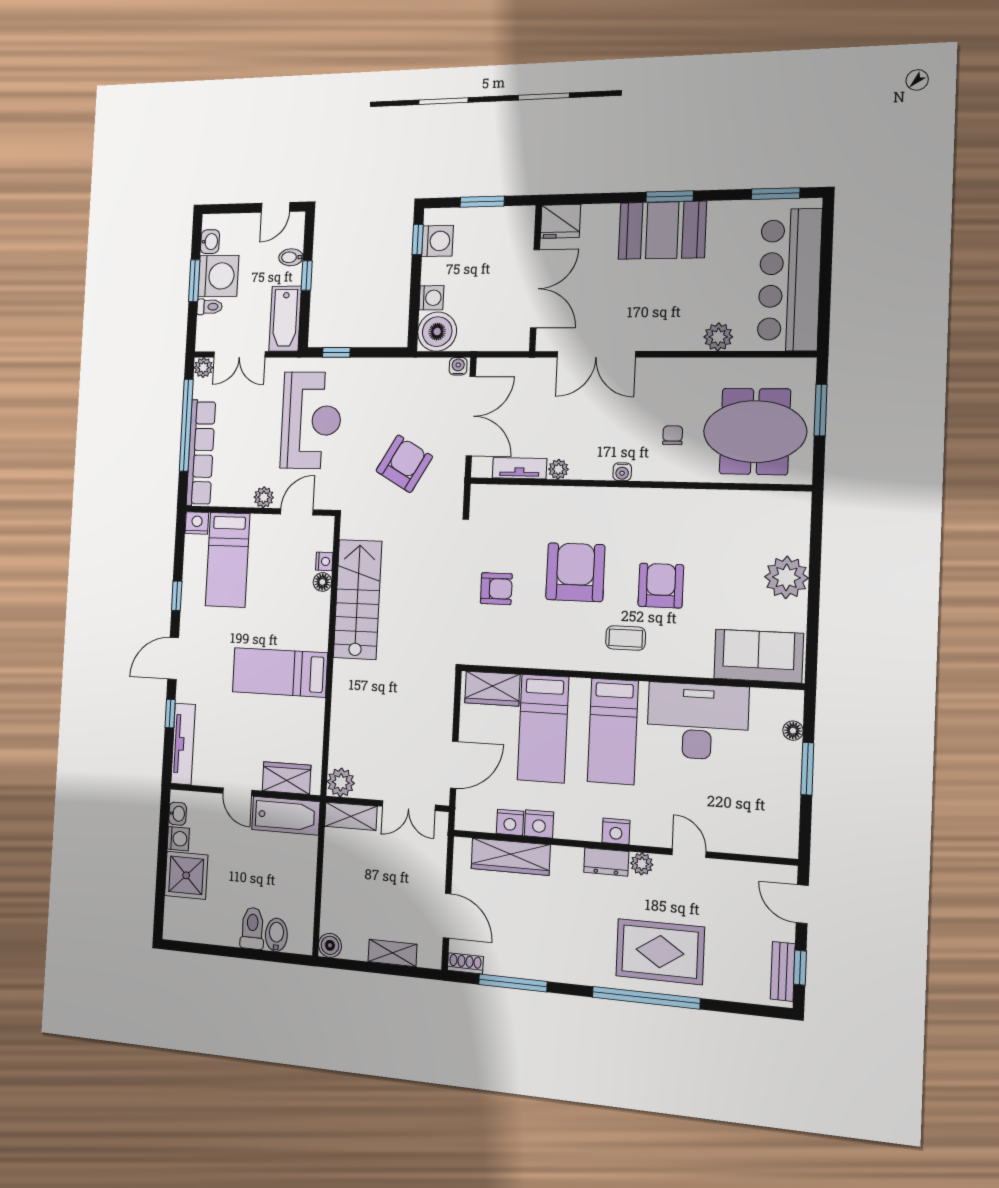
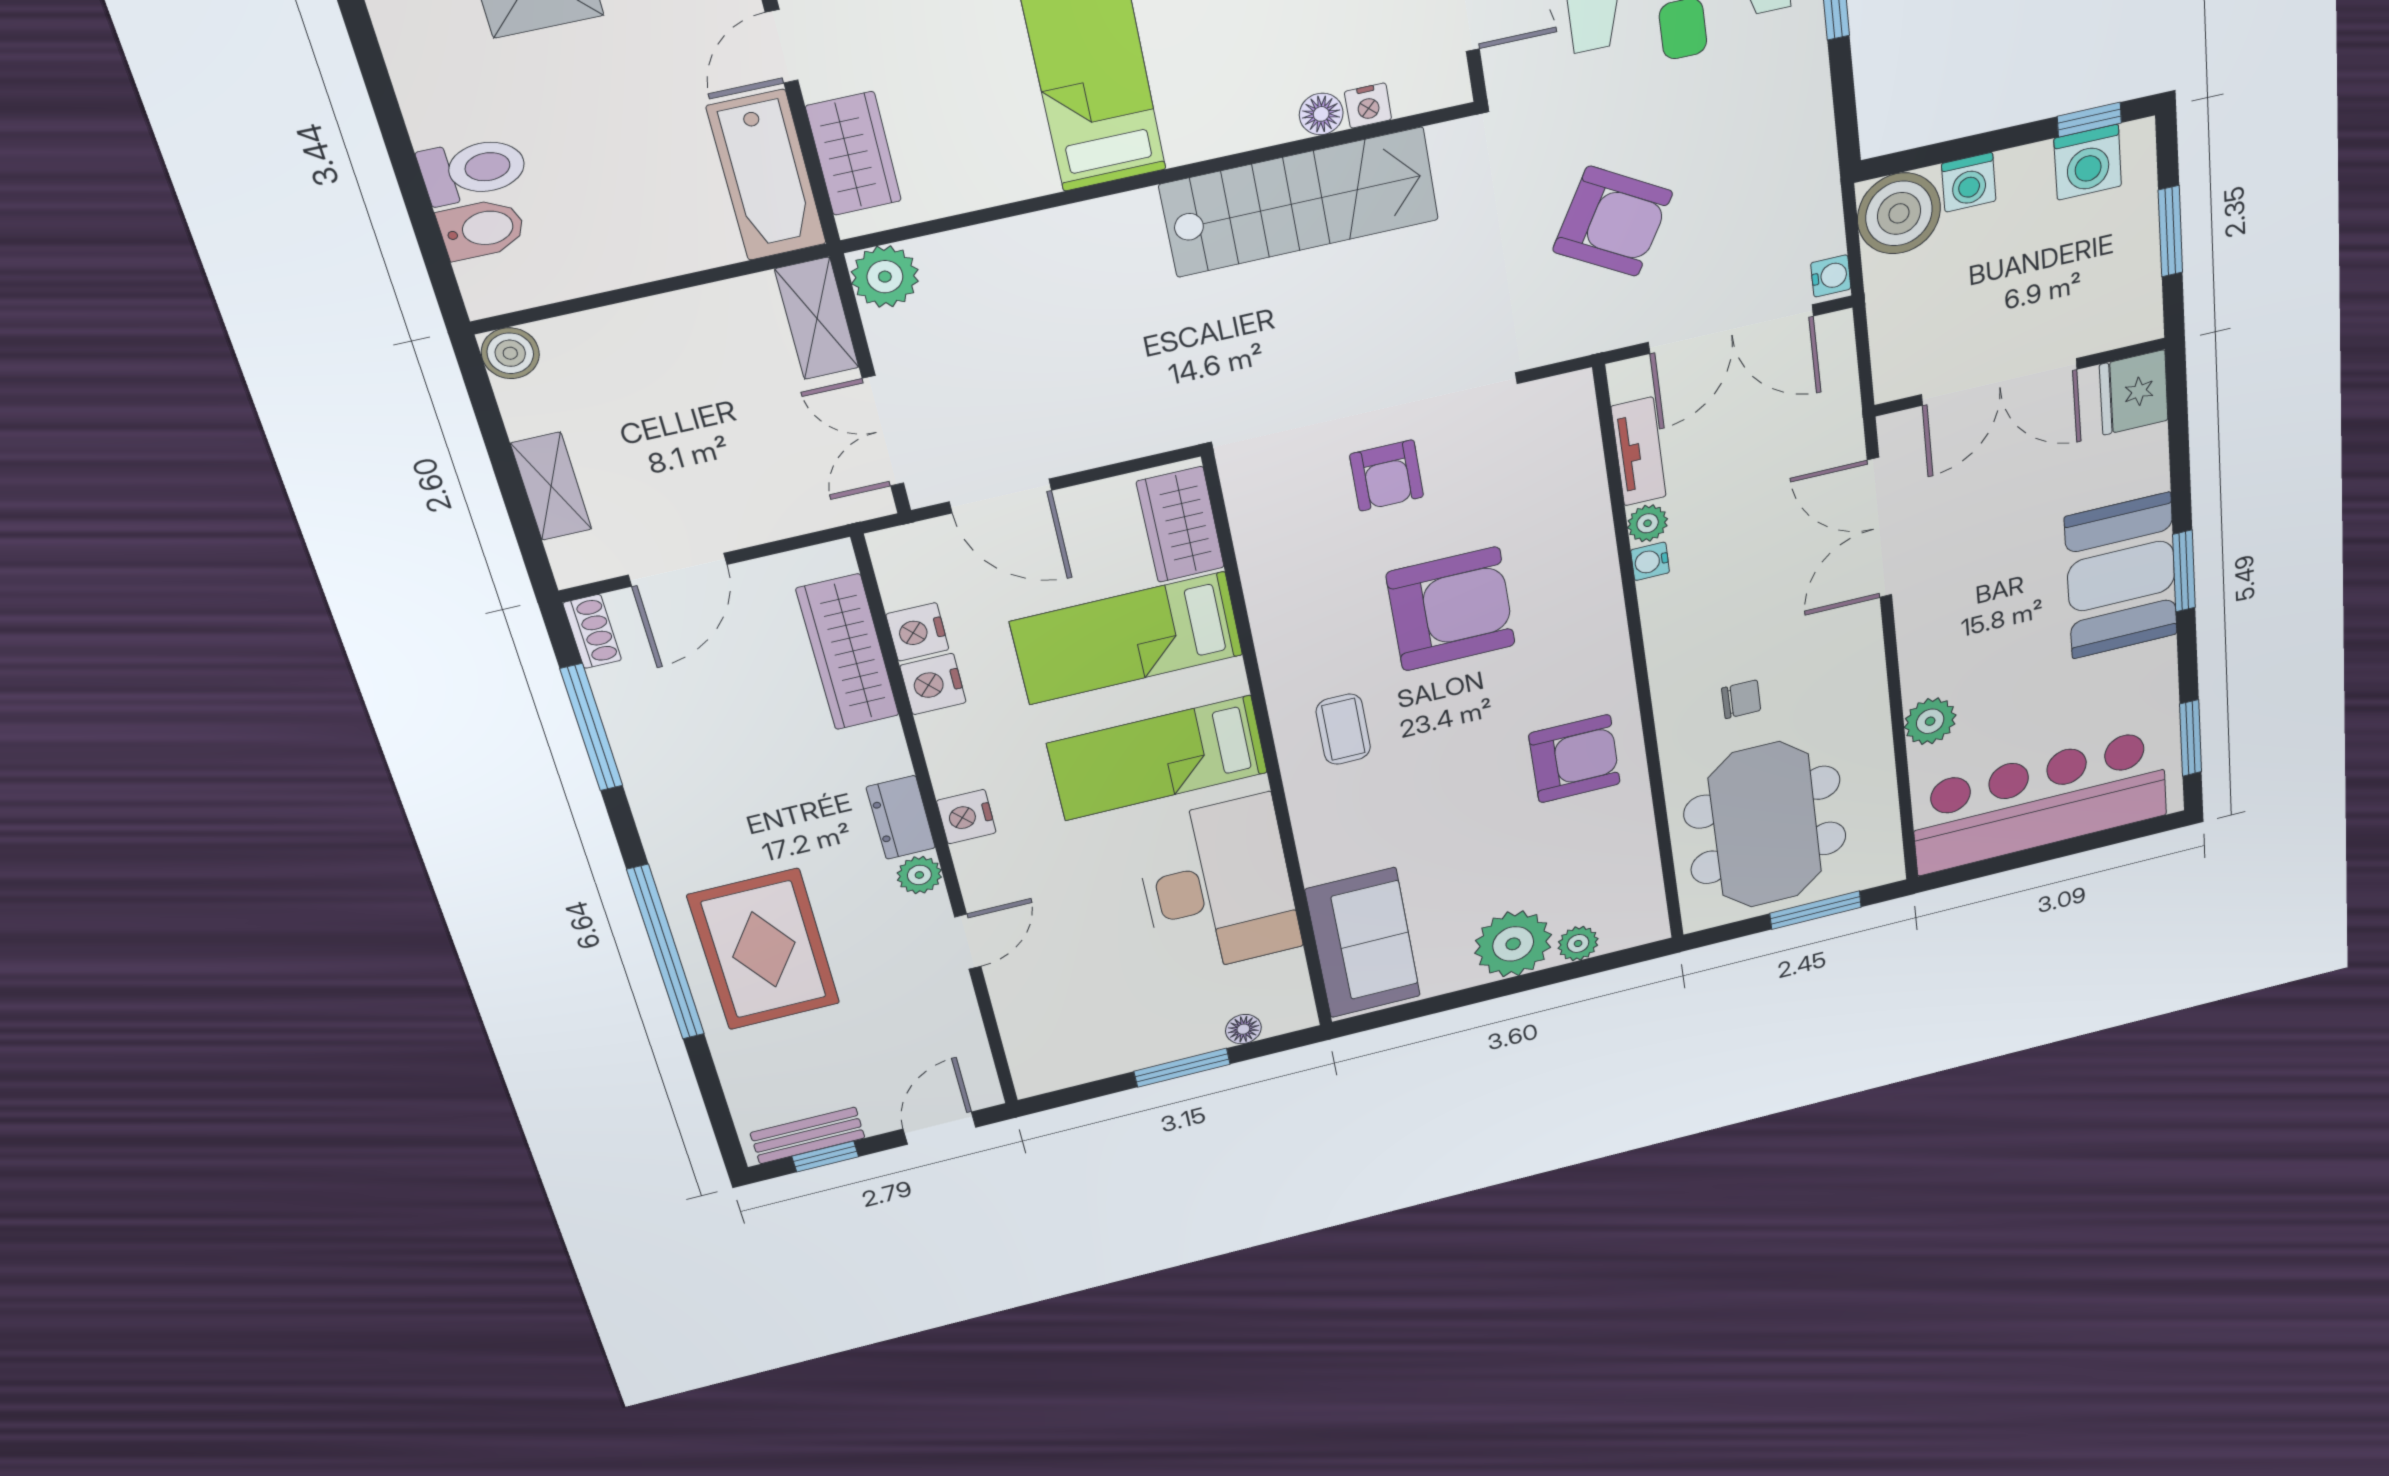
water cooler: (622, 472) -> (1650, 561), moved
plant: (798, 543) -> (1578, 943), added
armchair: (661, 586) -> (1575, 759), moved

